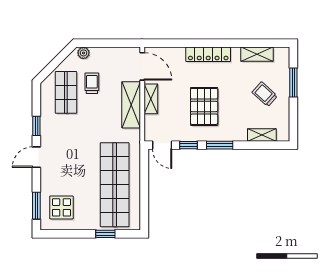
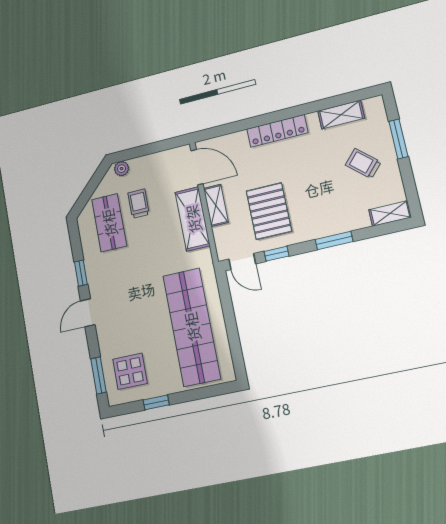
pallet: (204, 106) -> (269, 211), moved
shelving: (262, 135) -> (390, 213), moved
window: (220, 145) -> (334, 241), moved
window: (105, 234) -> (156, 402), moved

